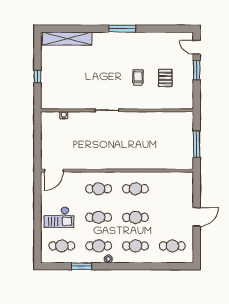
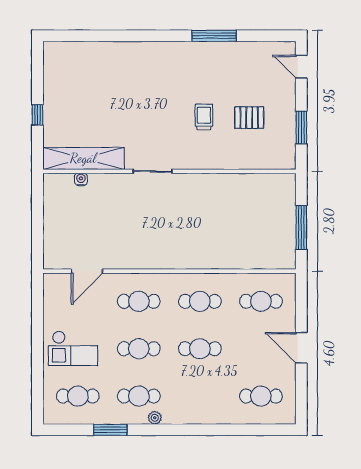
window: (122, 29) -> (214, 36), moved
shelving: (67, 39) -> (83, 158), moved
window: (197, 70) -> (301, 128), moved
pallet: (165, 78) -> (249, 118), turned 90
door: (54, 171) -> (87, 271), moved
door: (197, 217) -> (301, 348), swing flipped
cafe table: (135, 246) -> (261, 301), moved

